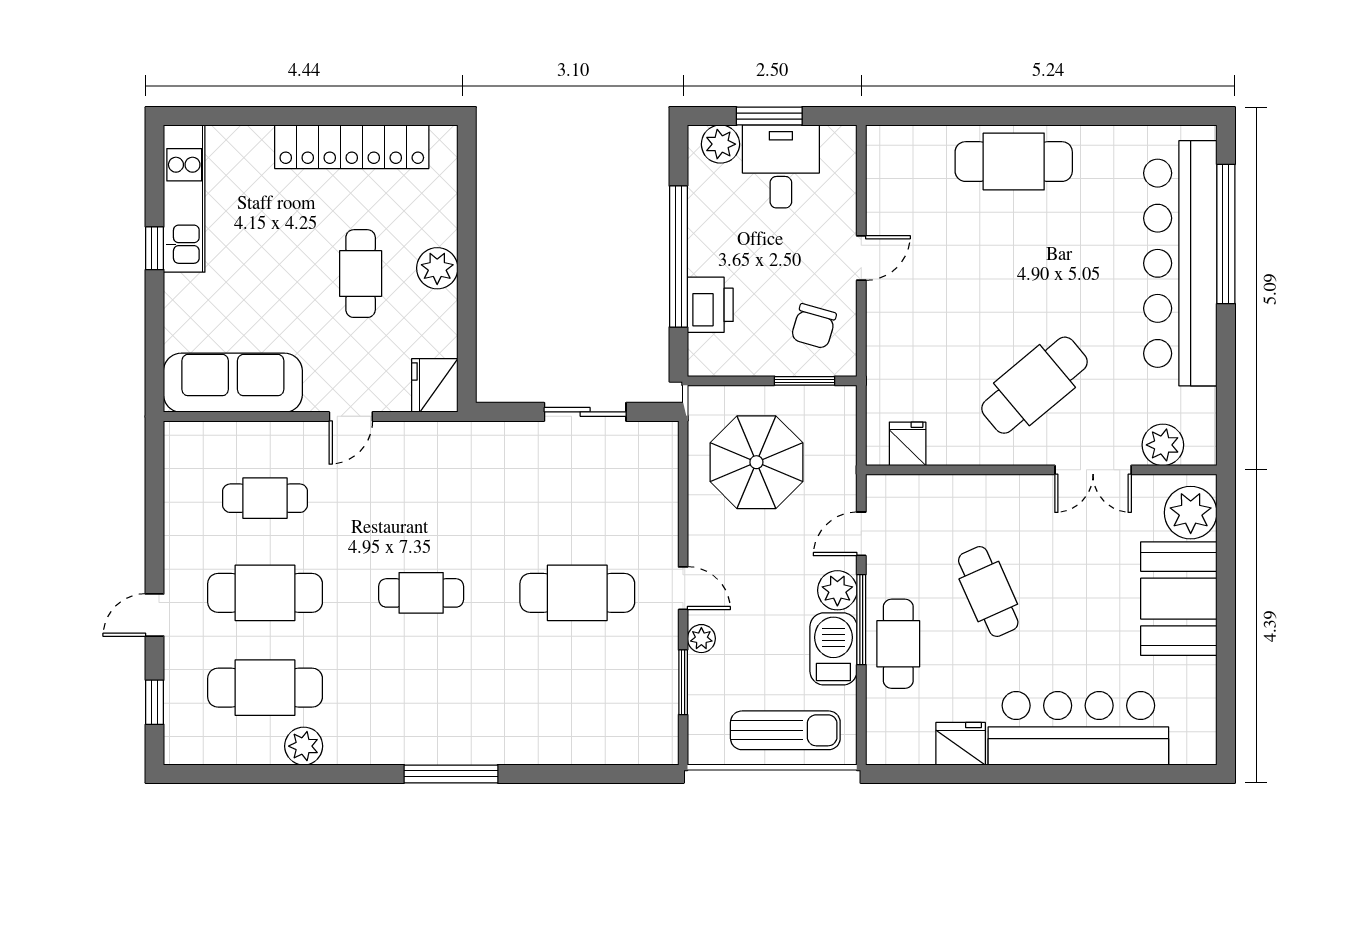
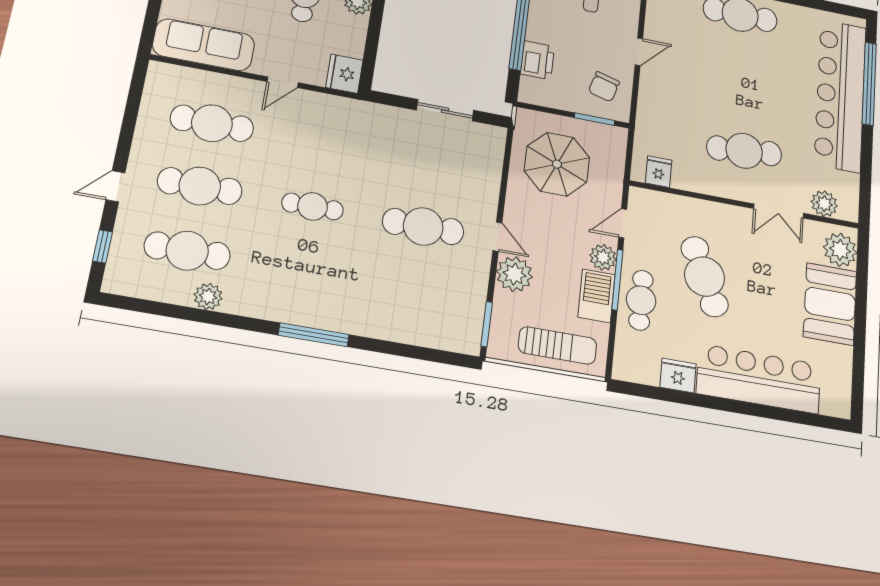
cafe table: (1035, 385) -> (744, 151), turned 35
cafe table: (265, 498) -> (212, 123), width x1.37, depth x1.35
cafe table: (988, 592) -> (705, 277), width x1.37, depth x1.35
plant: (701, 639) -> (514, 274), width x1.88, depth x1.88
window: (683, 682) -> (487, 324), moved

